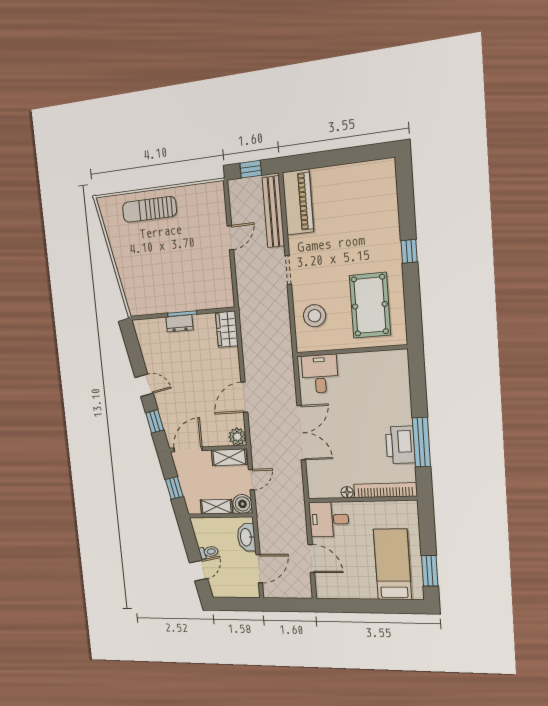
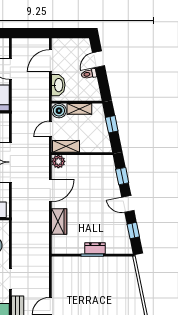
wardrobe: (227, 329) -> (59, 221), moved
window: (134, 351) -> (133, 231), added
door: (188, 449) -> (98, 154), removed

